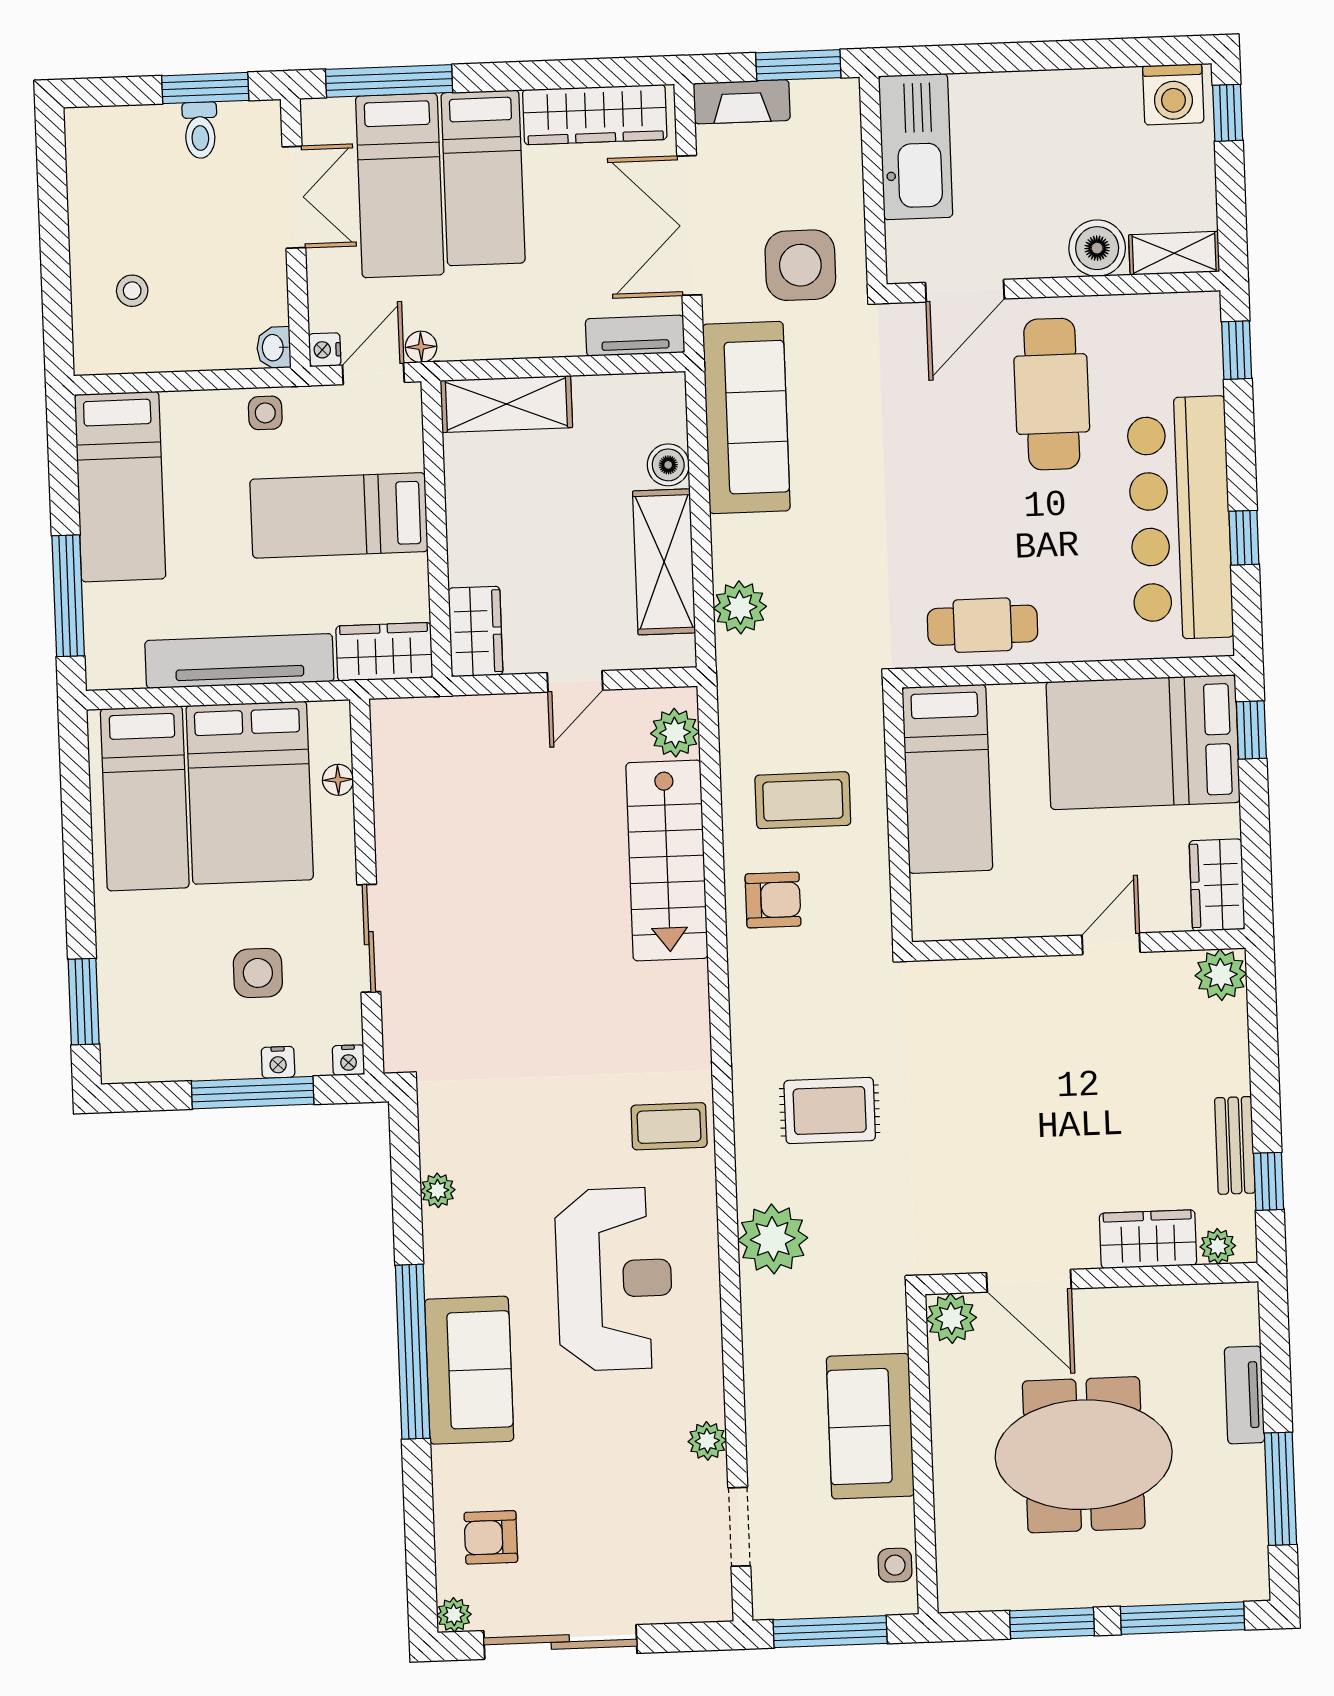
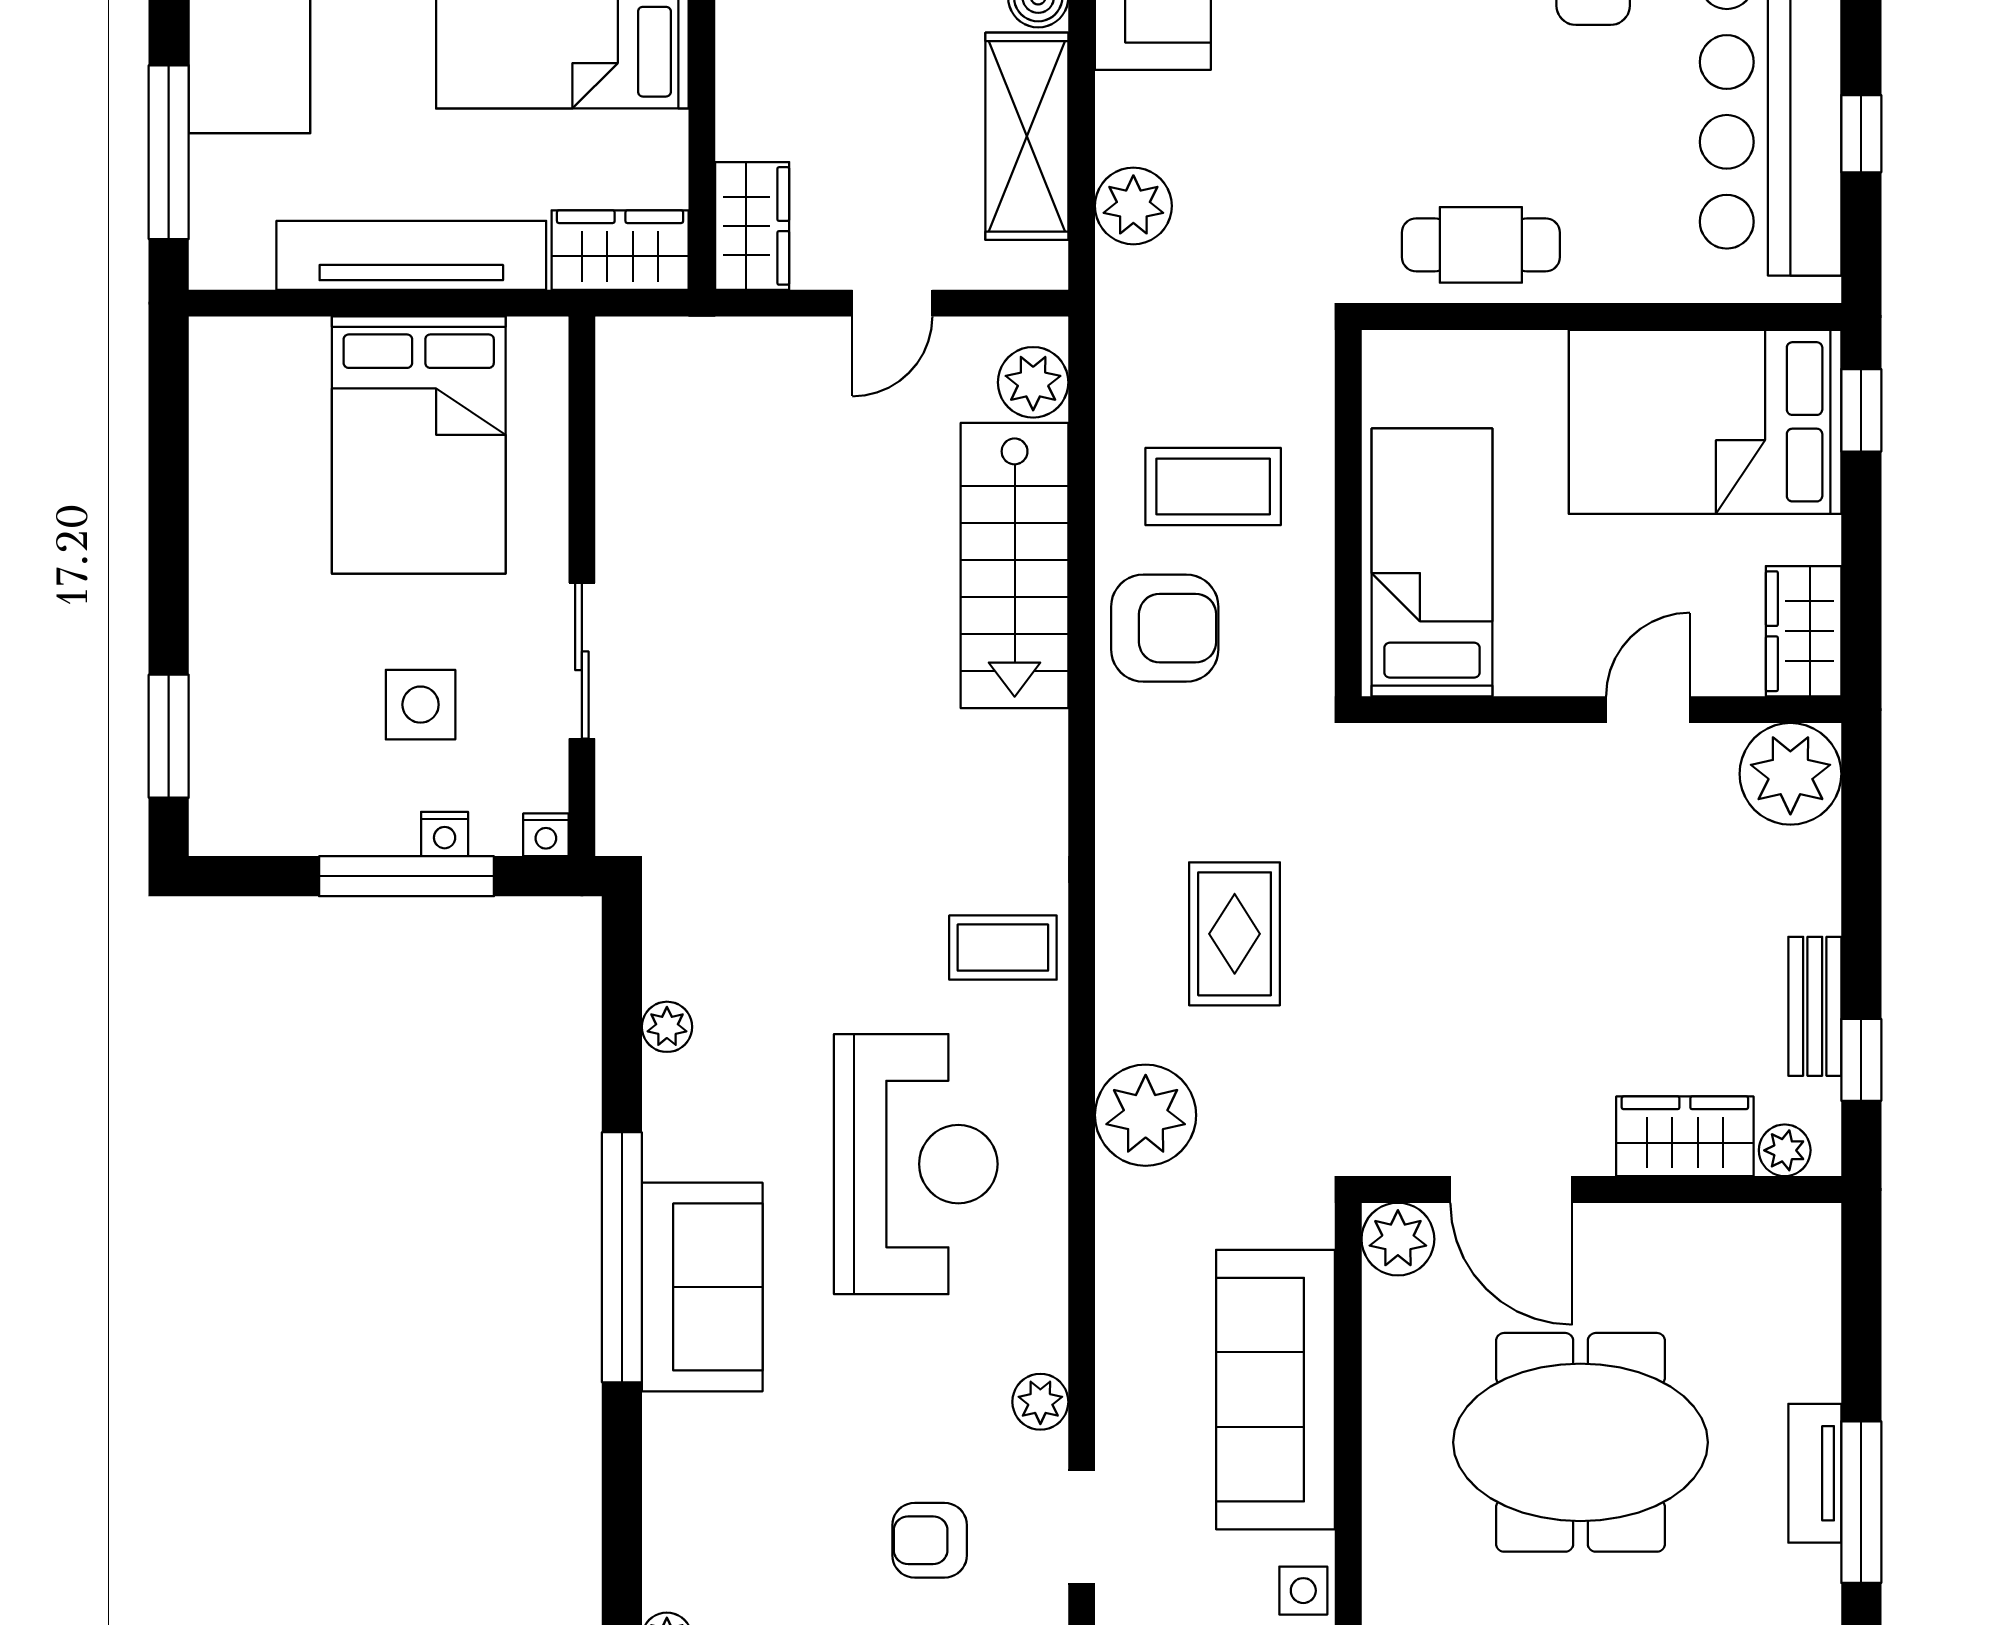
bed: (947, 779) -> (1432, 562), moved, turned 180
floor lamp: (338, 780) -> (546, 432), removed
bed: (145, 798) -> (268, 447), removed
armchair: (773, 900) -> (1165, 628), width x1.38, depth x1.38
plant: (1221, 975) -> (1790, 774), width x1.36, depth x1.36
rug: (830, 1111) -> (1235, 934), turned 90
tv unit: (1244, 1395) -> (1815, 1473), moved
sofa: (870, 1426) -> (1275, 1390), width x1.36
armchair: (491, 1537) -> (930, 1540), moved

